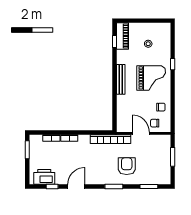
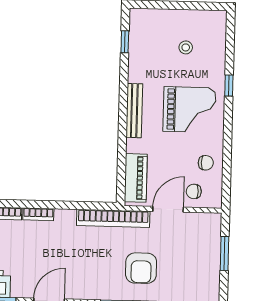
piano: (122, 36) -> (136, 178), moved
door: (141, 133) -> (168, 209), hinge flipped
armchair: (127, 166) -> (141, 268), turned 180

